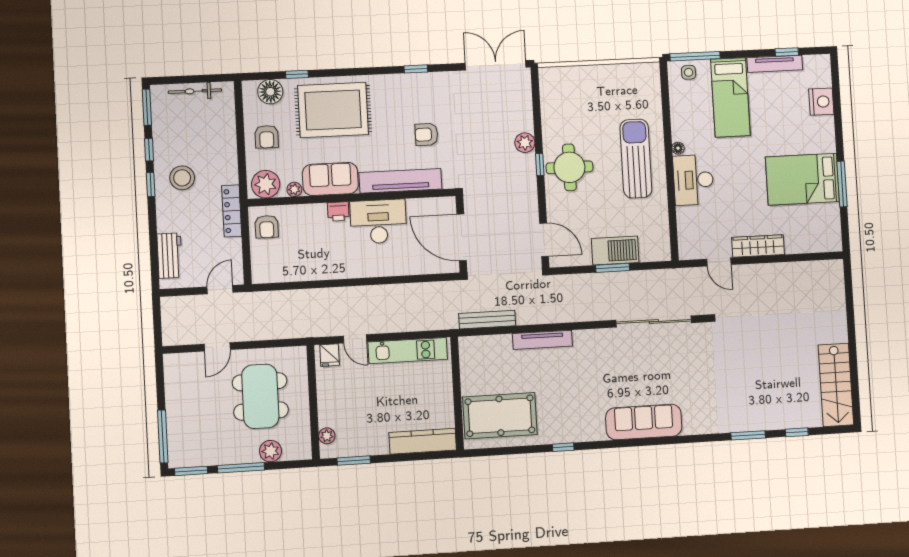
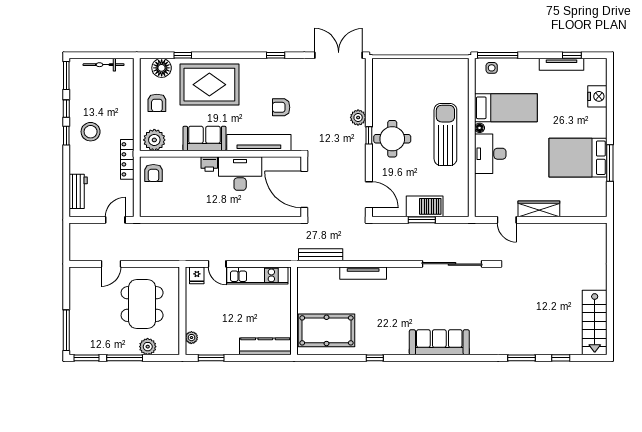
bed: (730, 97) -> (506, 108), moved, turned -90
plant: (294, 189) -> (176, 145), removed

